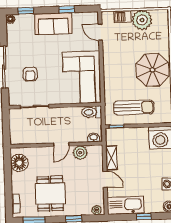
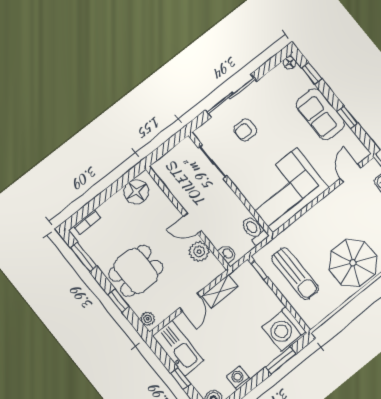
dining table: (50, 194) -> (136, 271), moved

